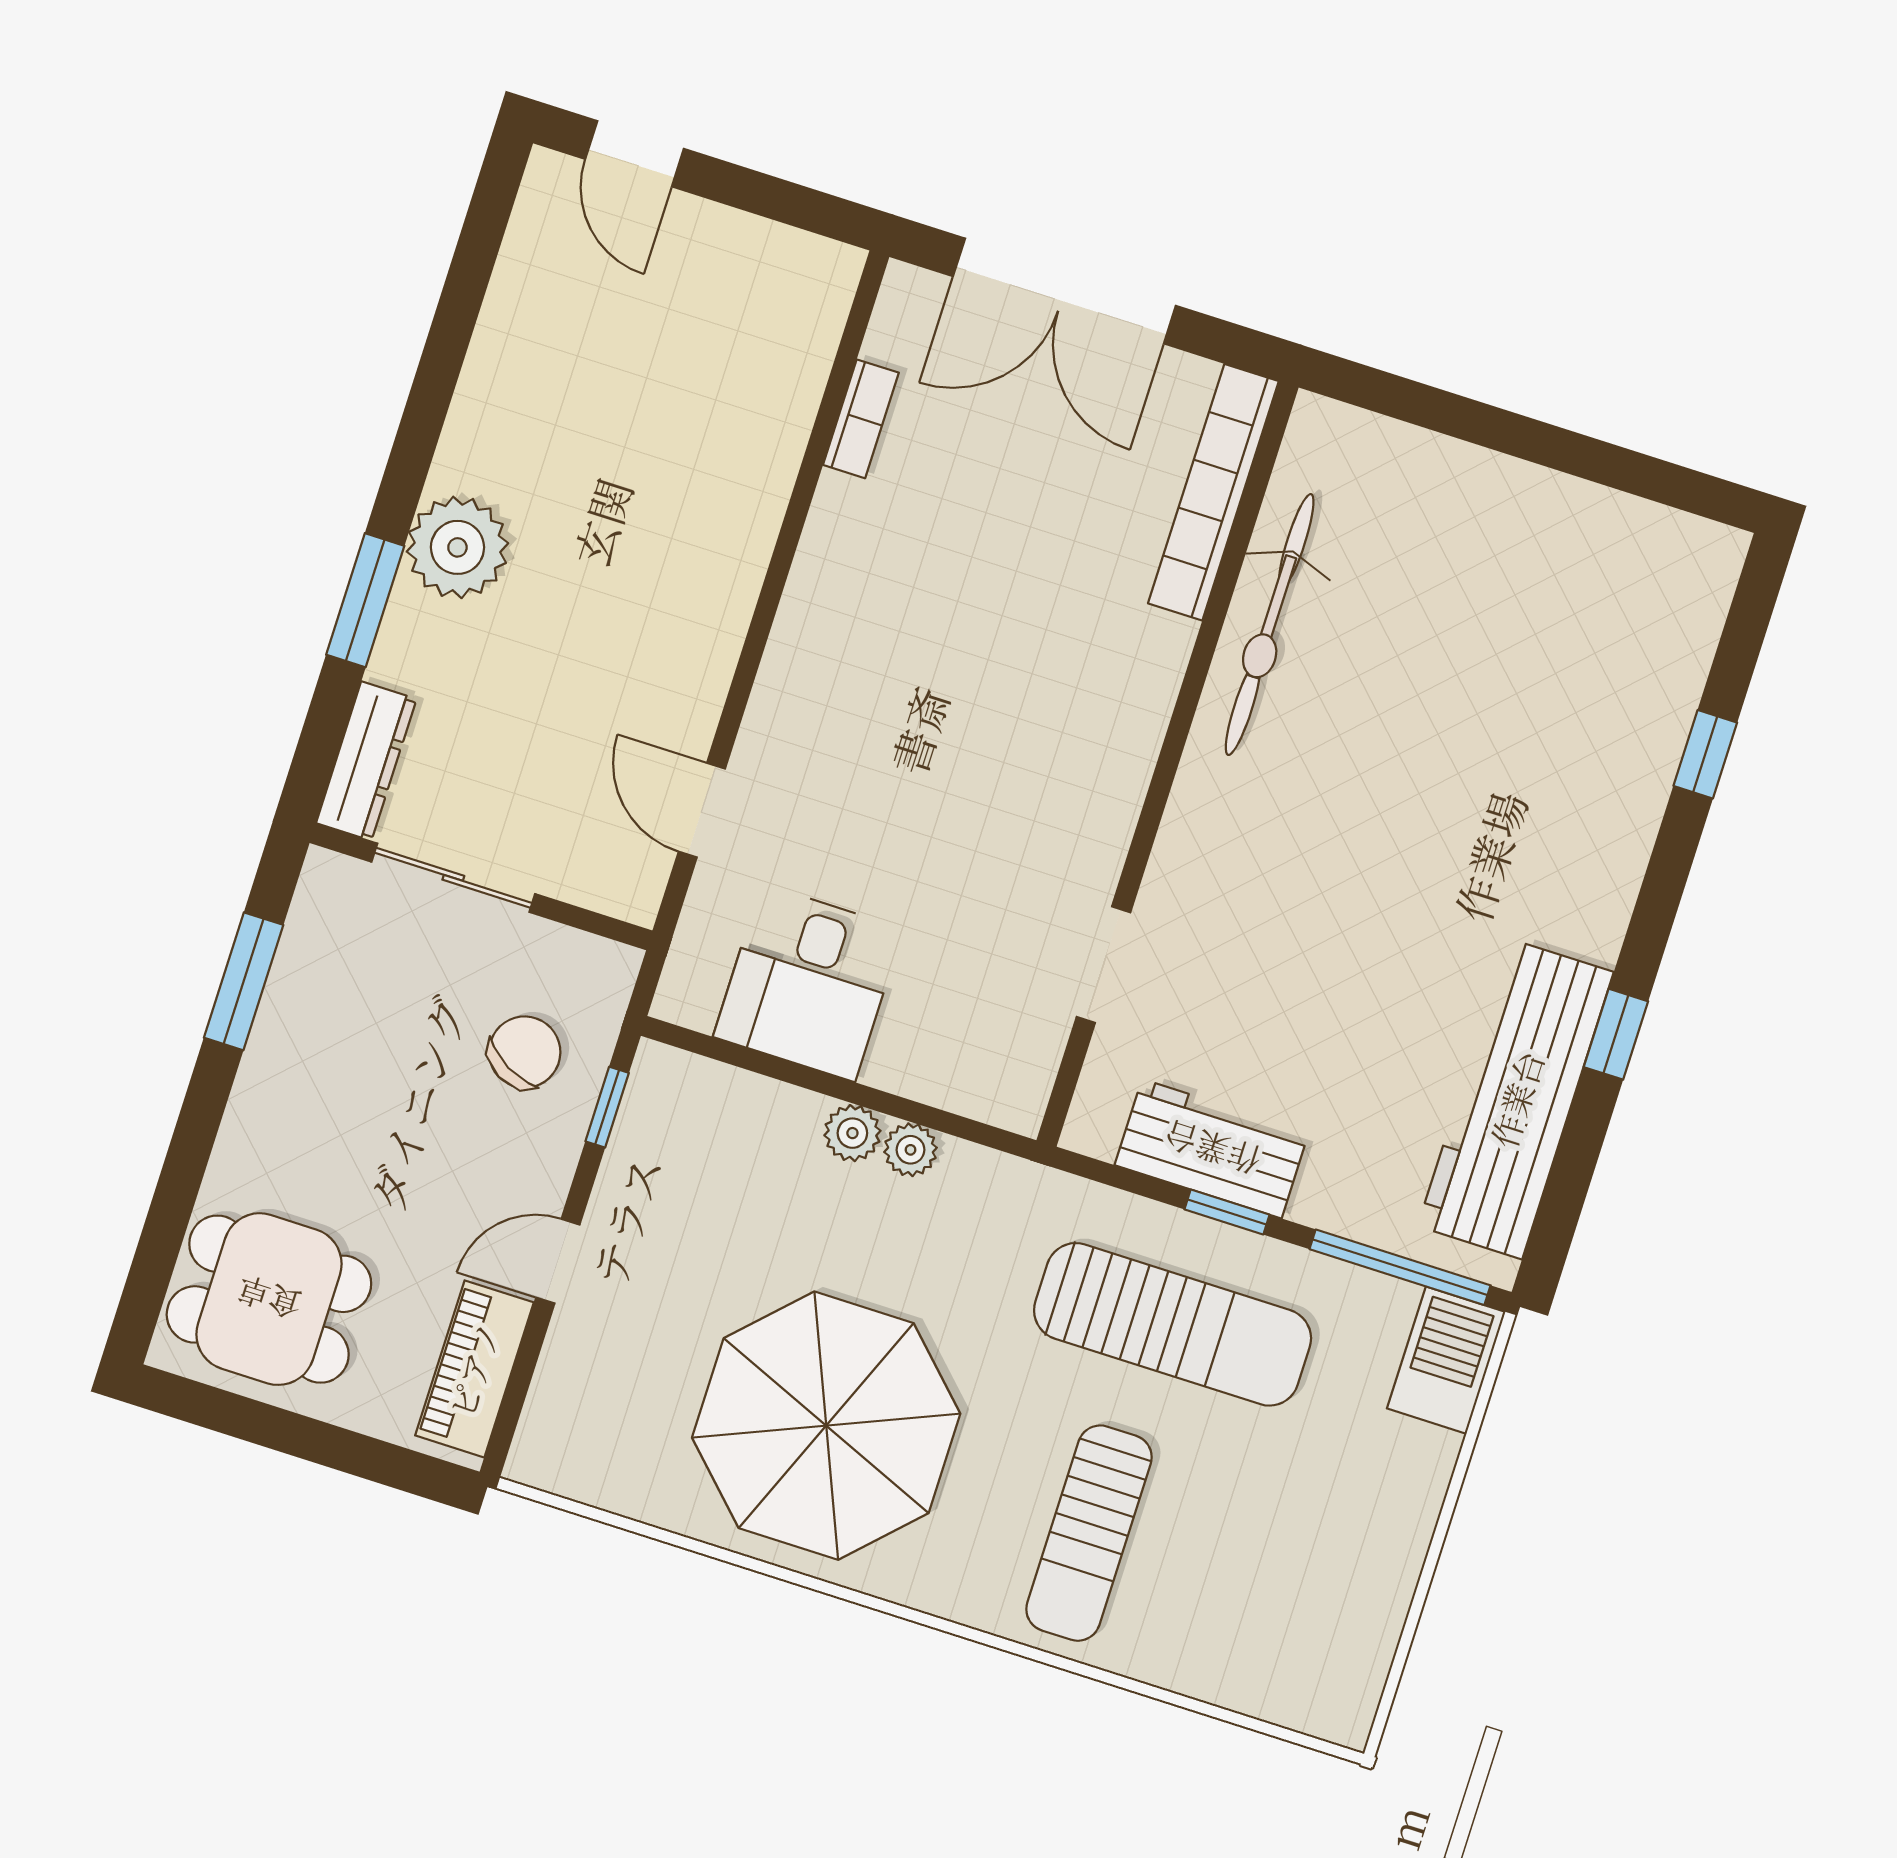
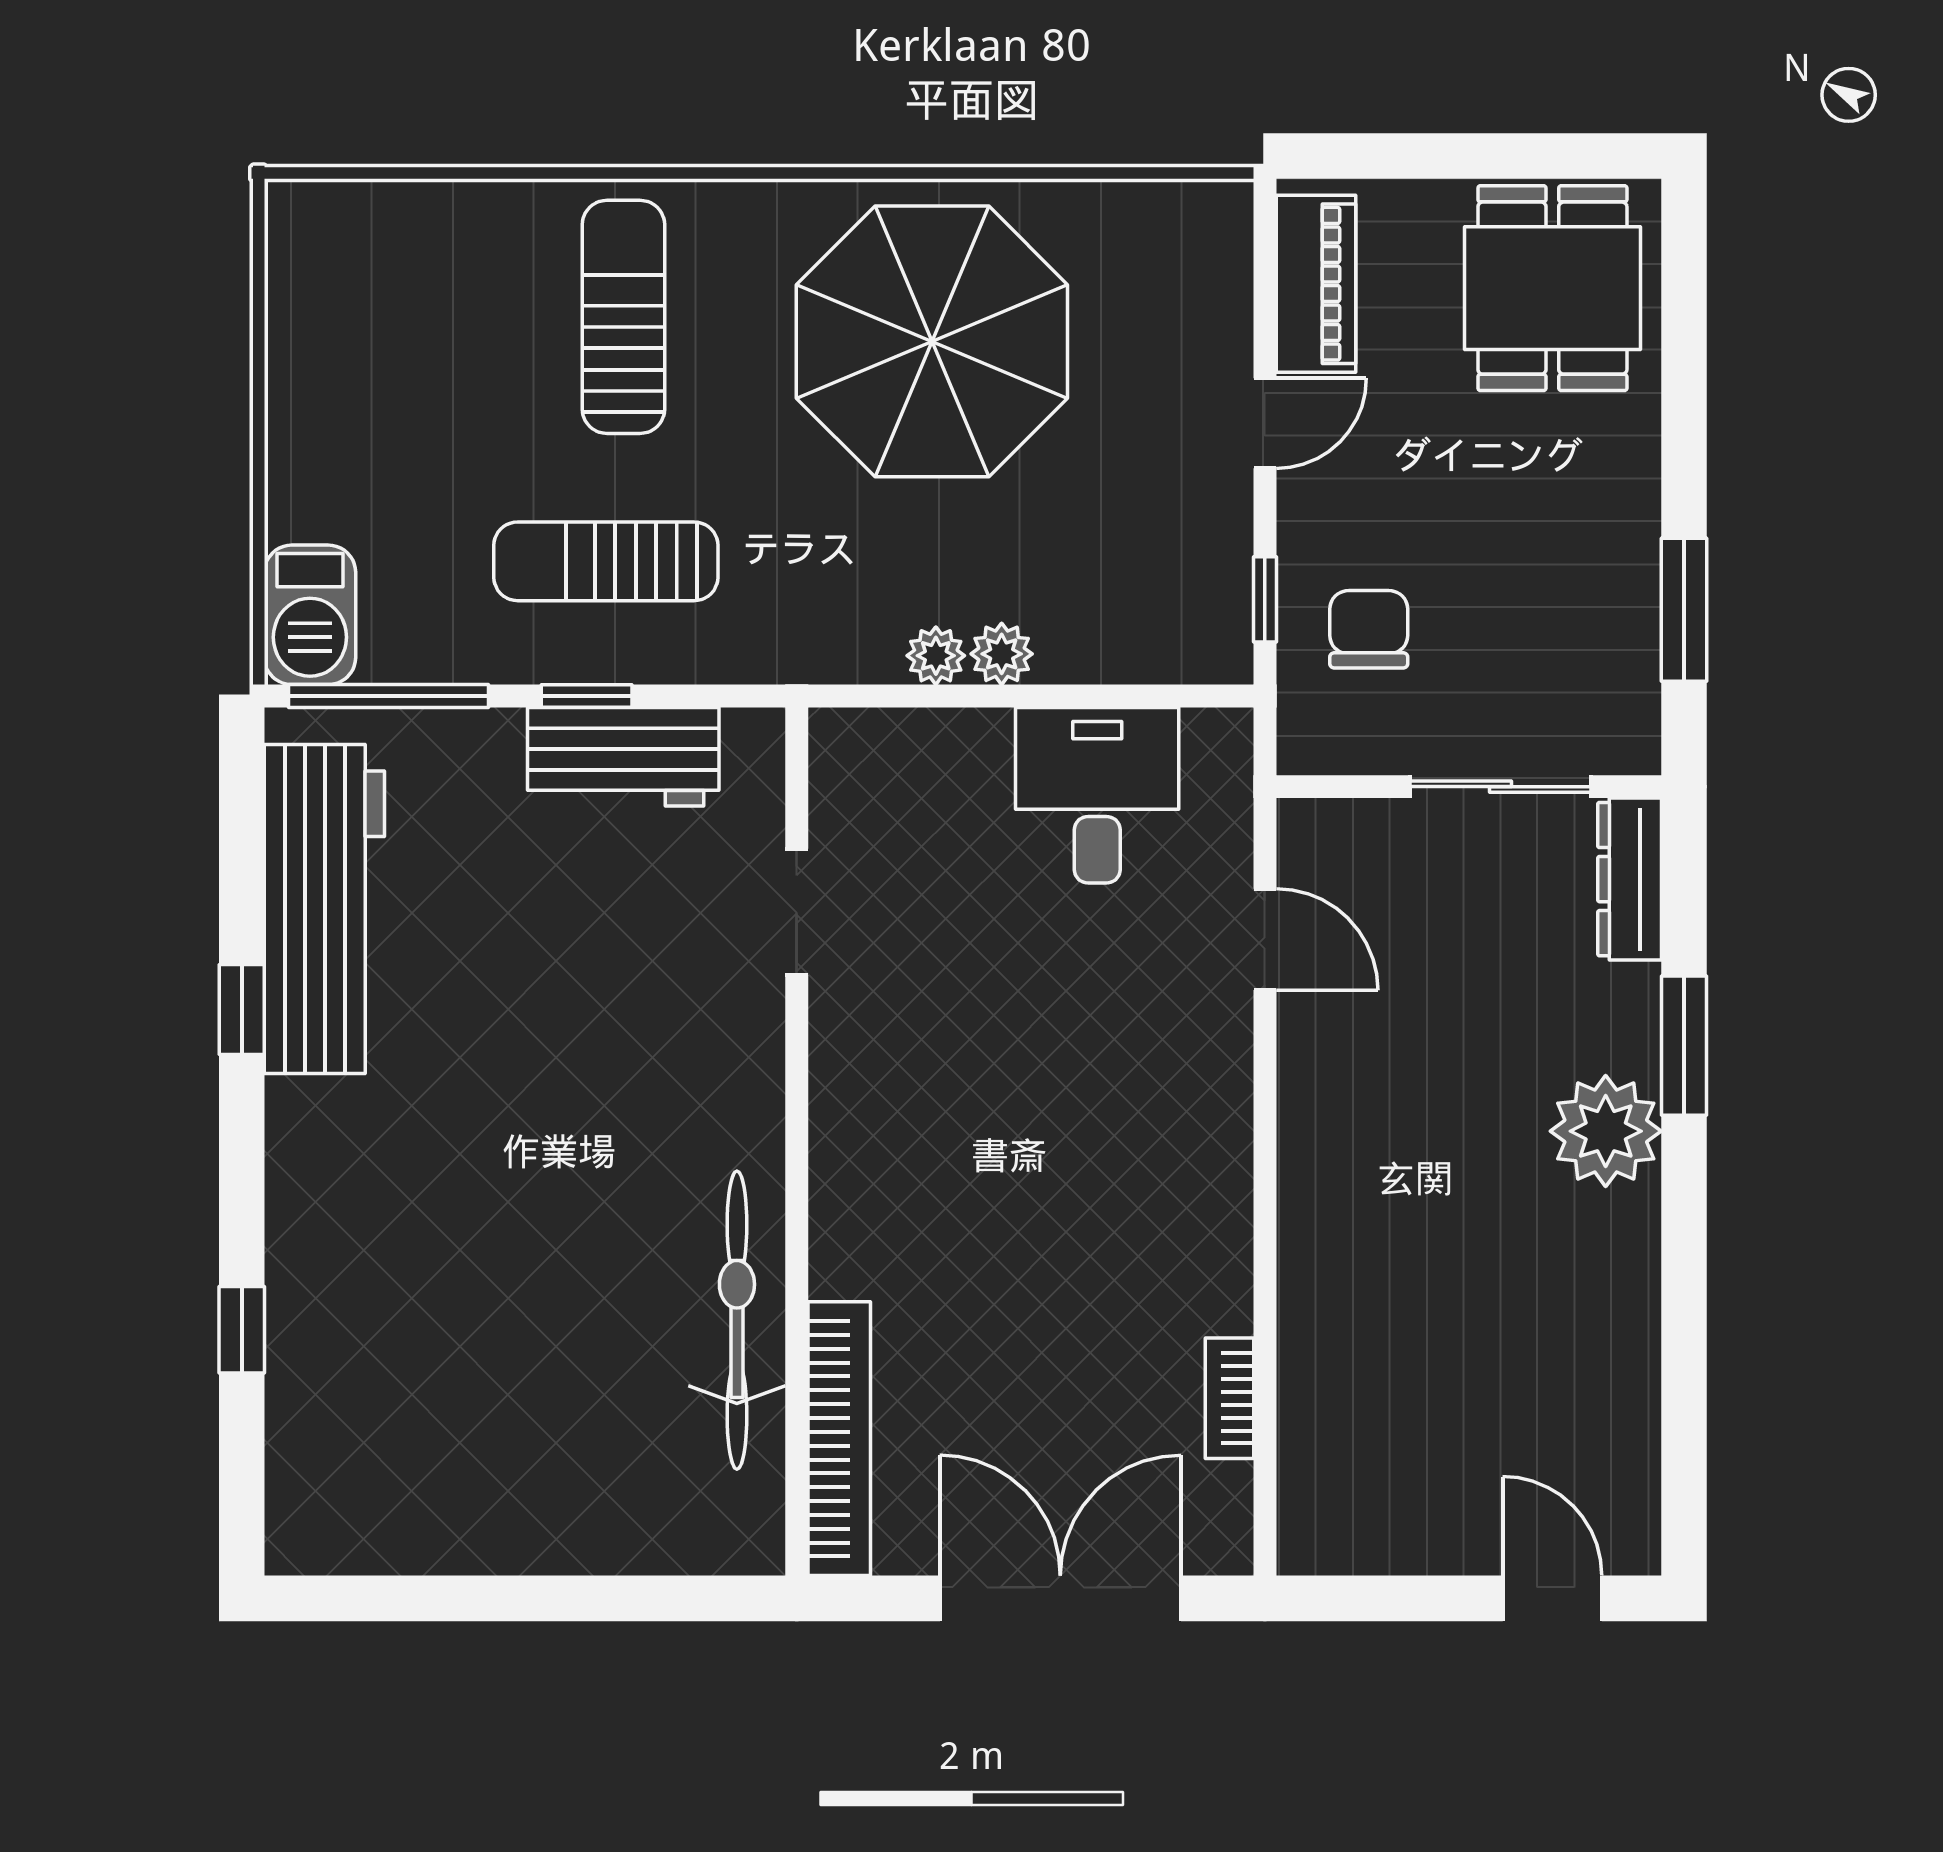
chair: (525, 1052) -> (1369, 629), turned 151
dining table: (269, 1299) -> (1552, 288), turned 90
sun lounger: (1173, 1324) -> (606, 561), width x0.73, depth x0.75

